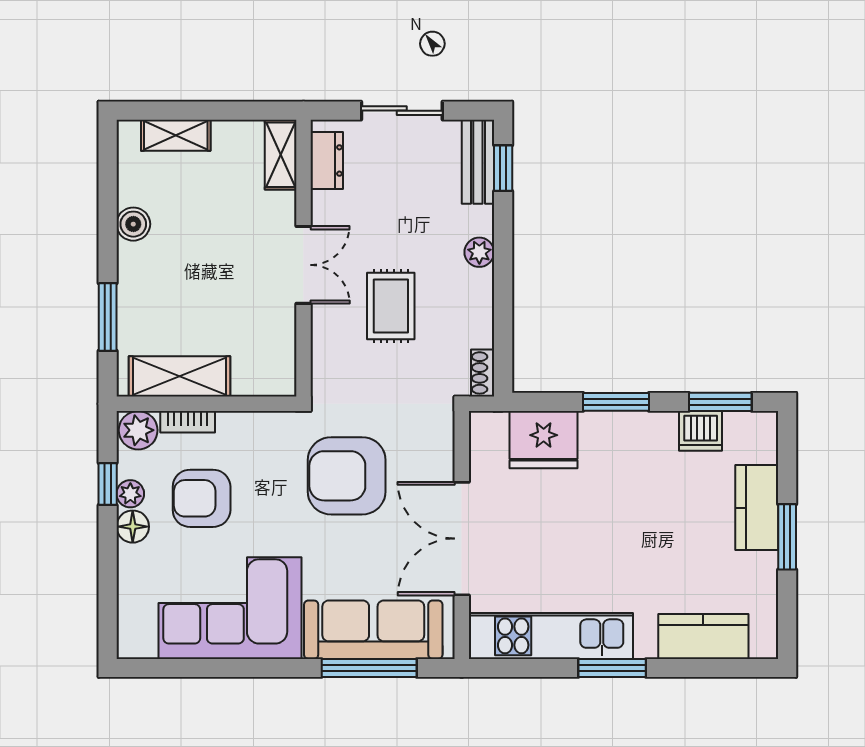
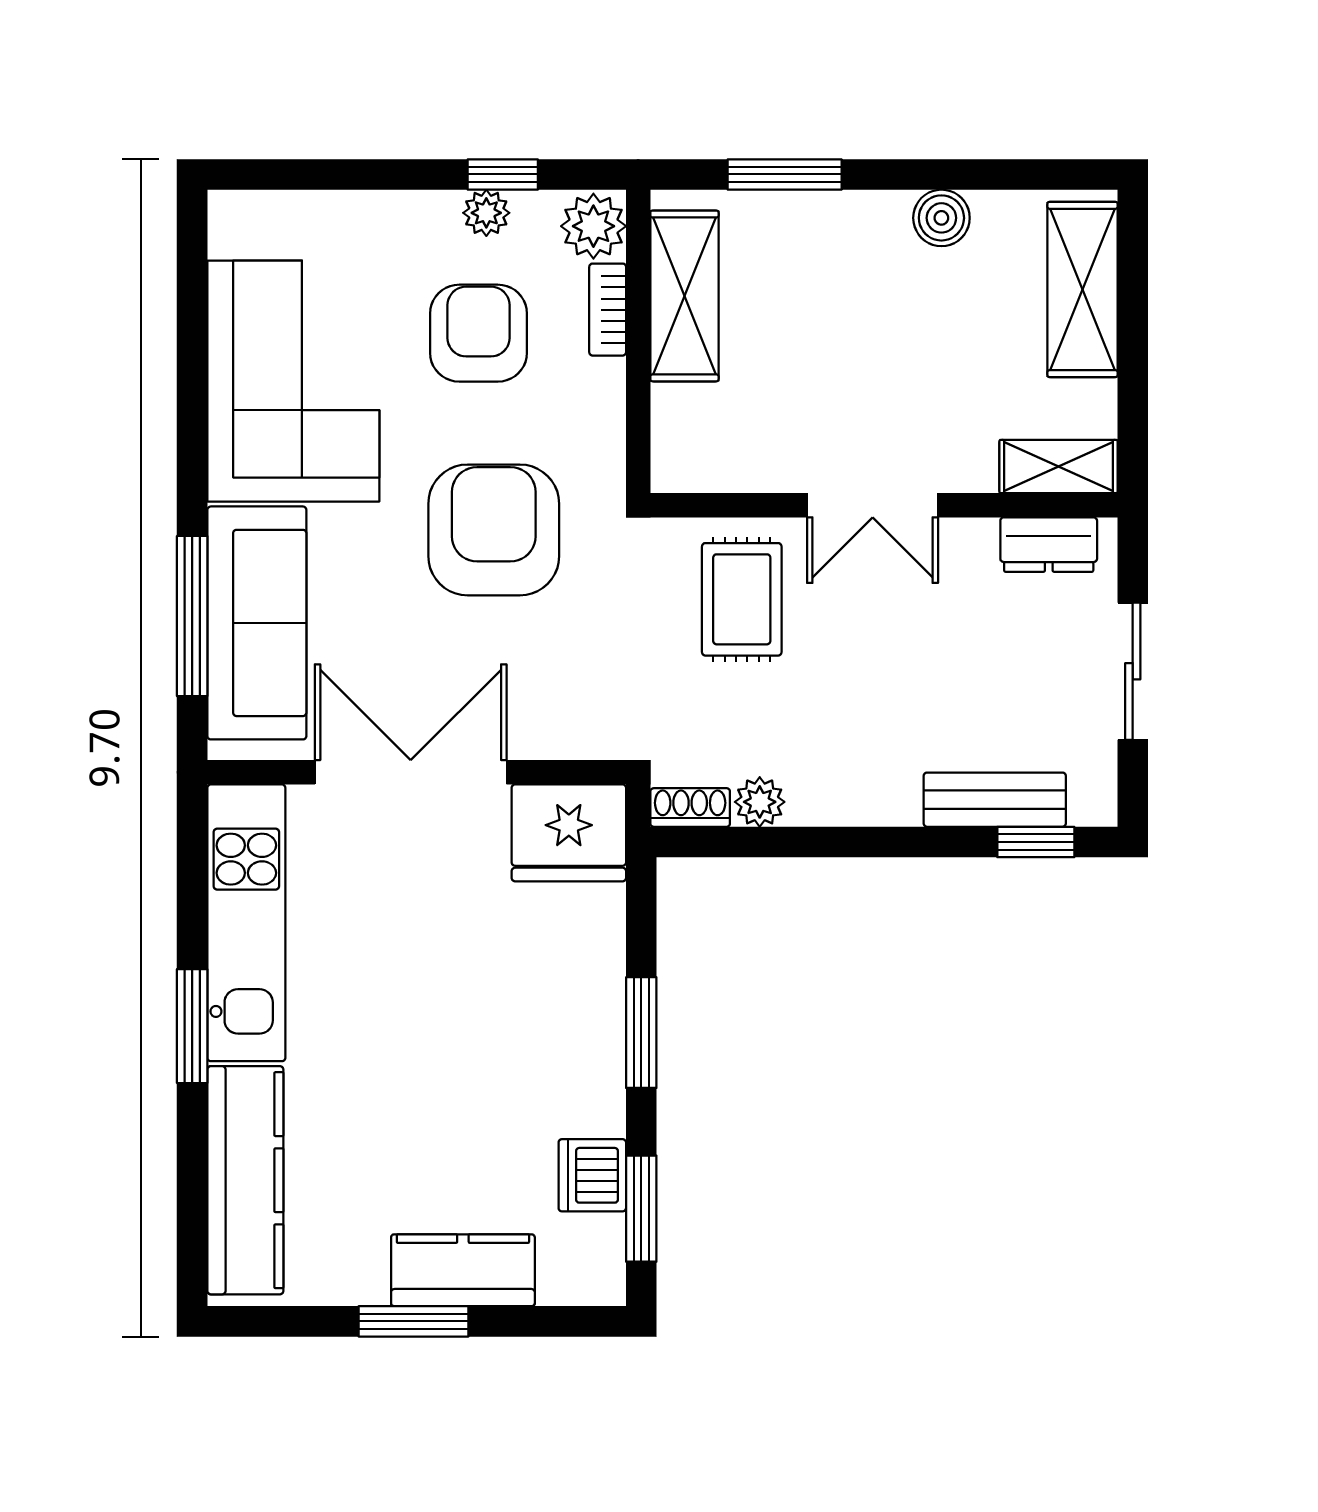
shelving: (176, 135) -> (1083, 289), width x1.50, depth x1.33
bench: (478, 162) -> (995, 800), moved
plant: (479, 252) -> (760, 802), moved
rug: (391, 306) -> (742, 599), moved, turned 90
fridge: (544, 440) -> (569, 833), moved, turned -90
armchair: (347, 476) -> (494, 530), moved
floor lamp: (133, 527) -> (431, 217), removed
kitchen counter: (703, 636) -> (245, 1180), width x1.50

